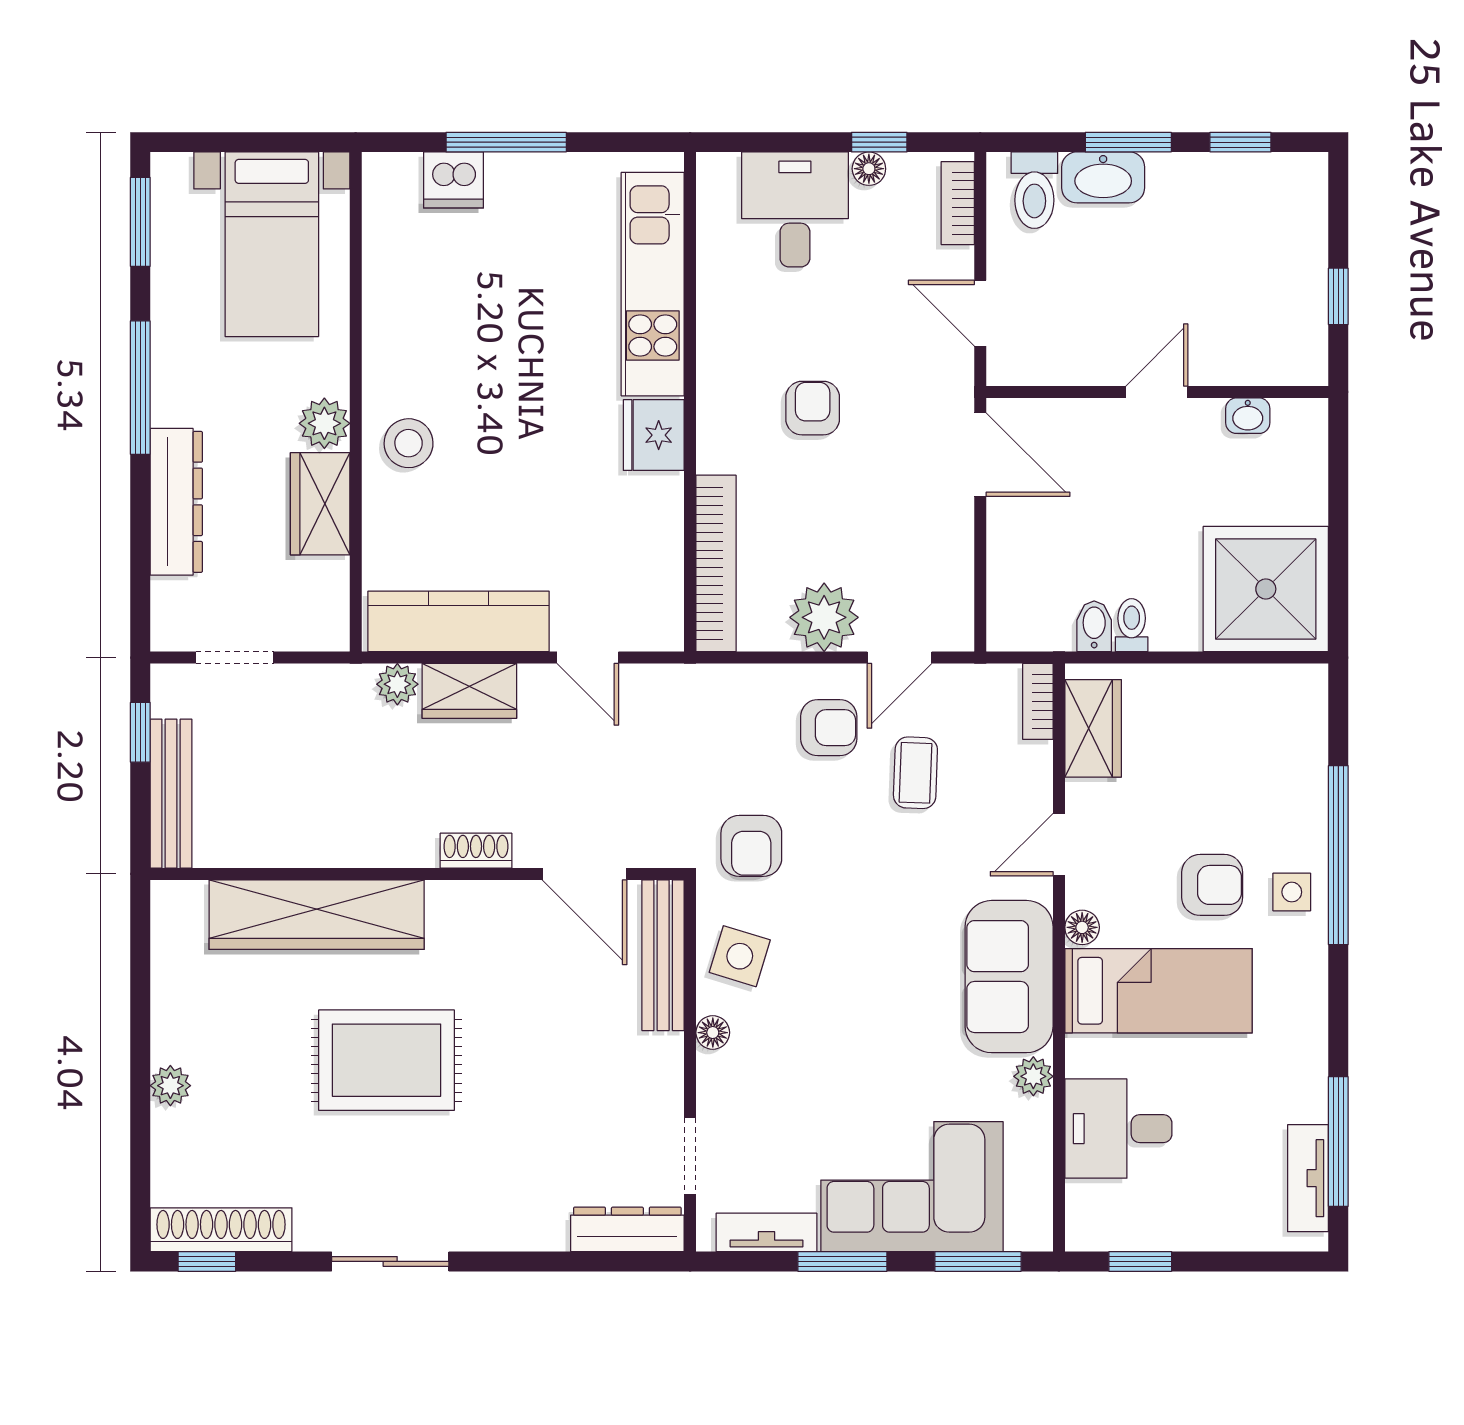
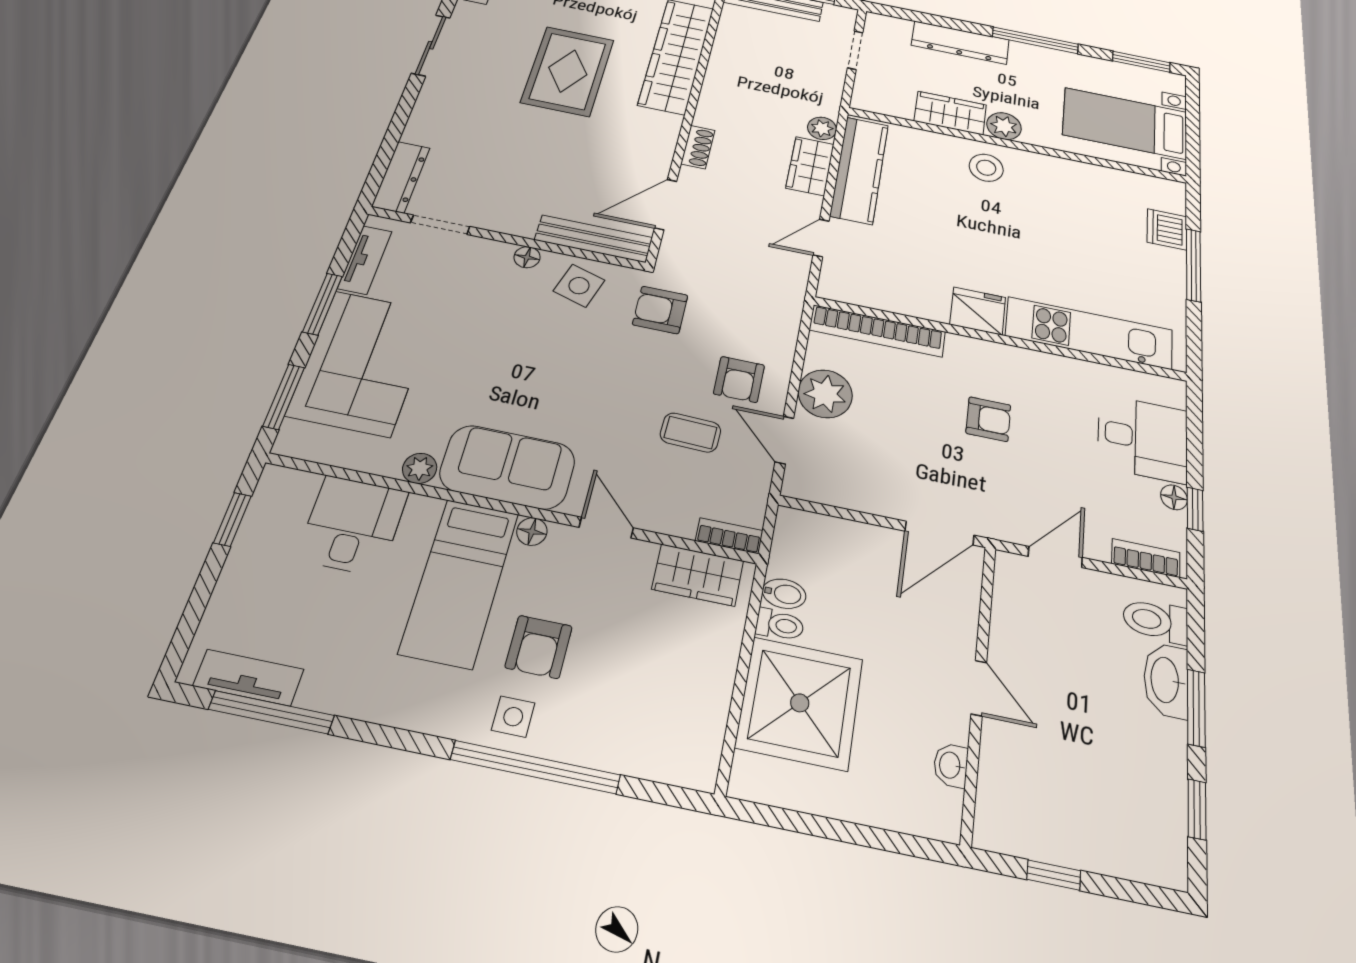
shower: (1266, 589) -> (800, 703), moved

